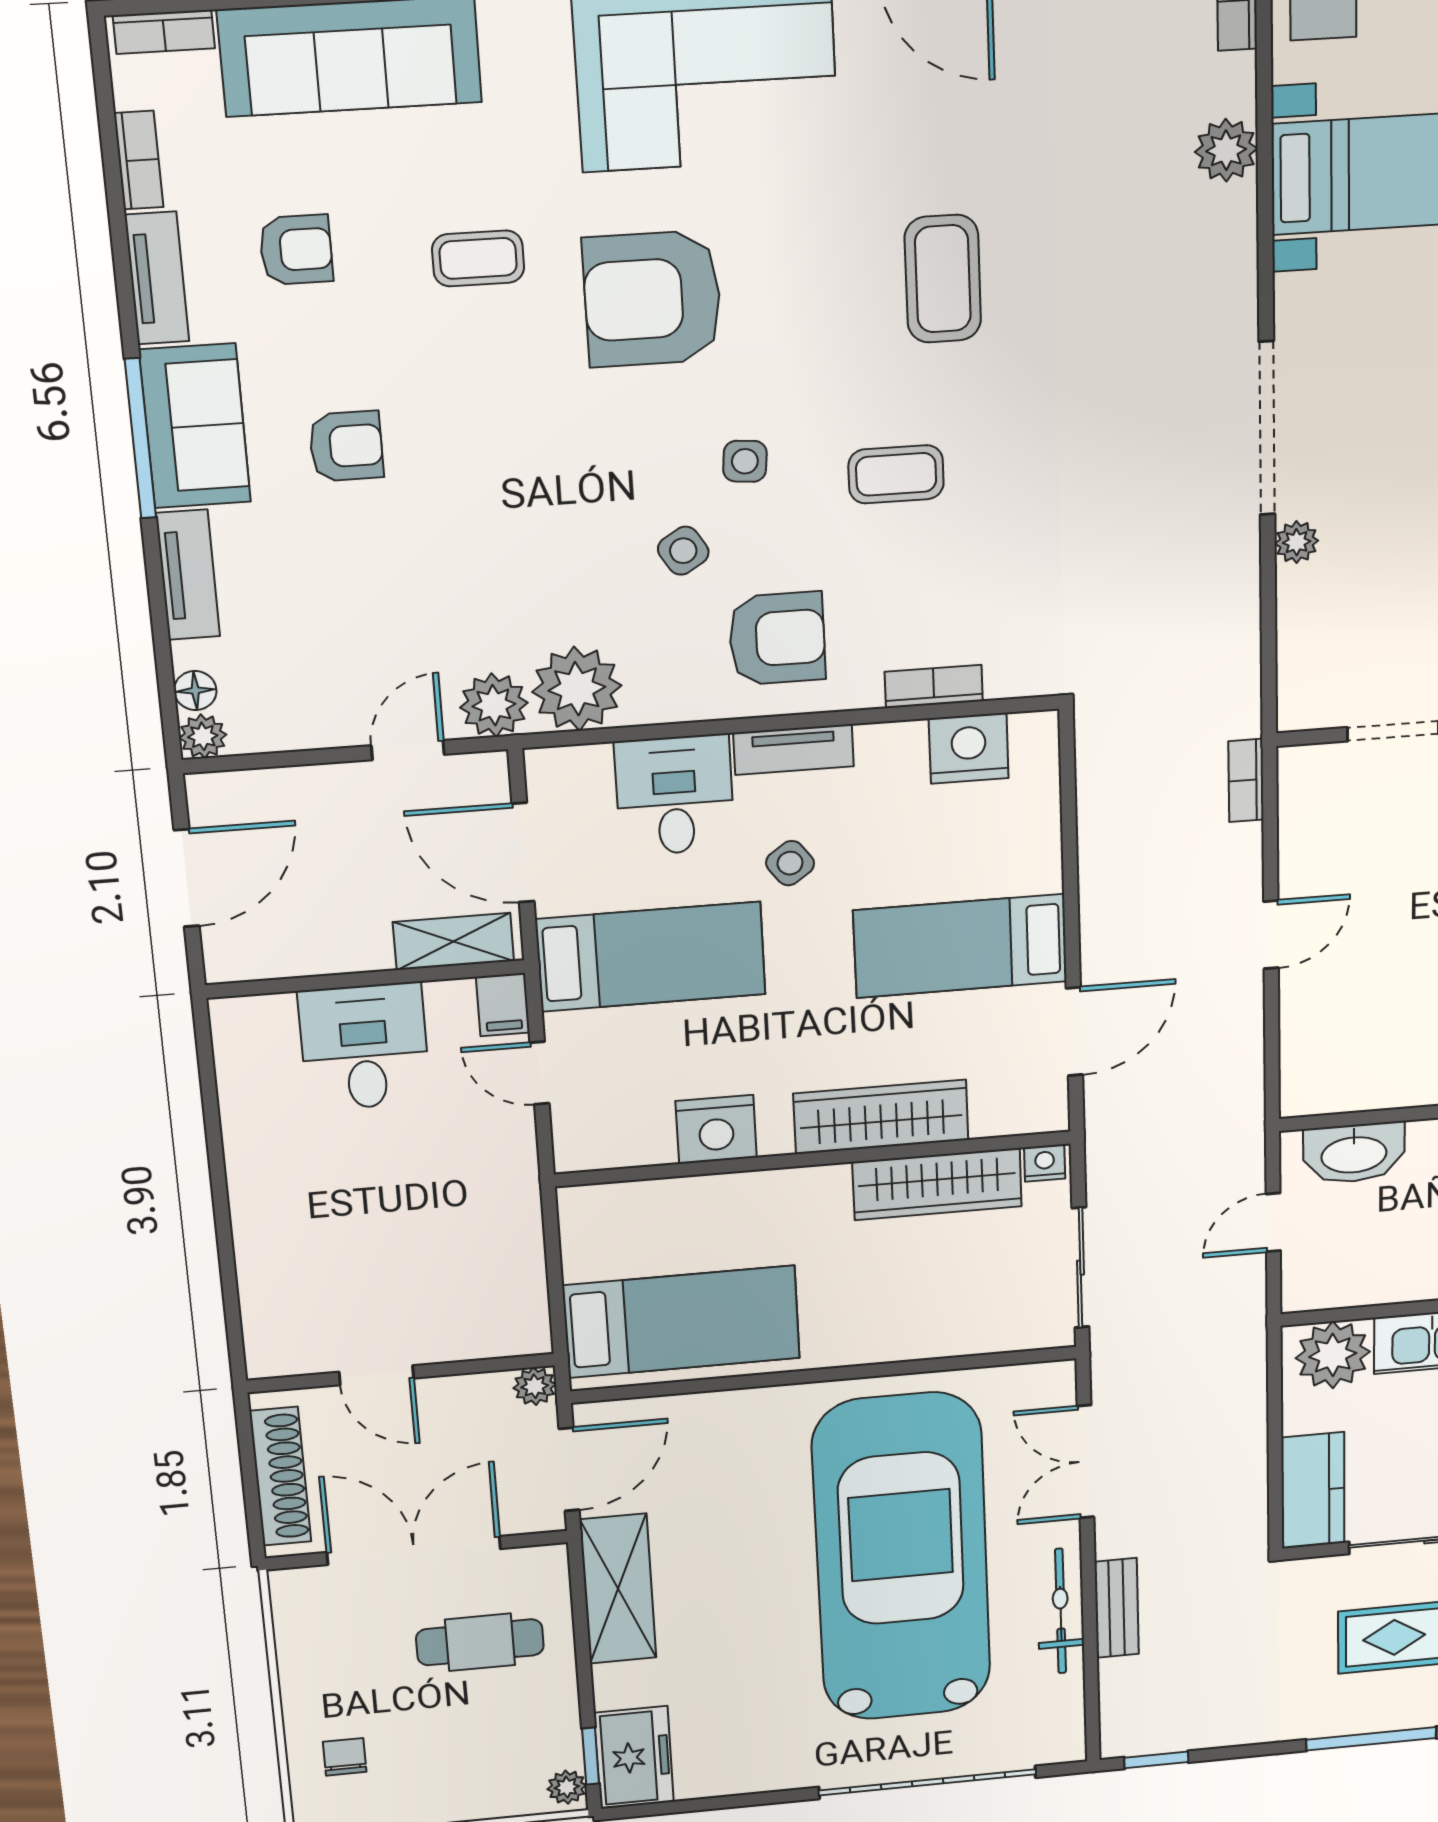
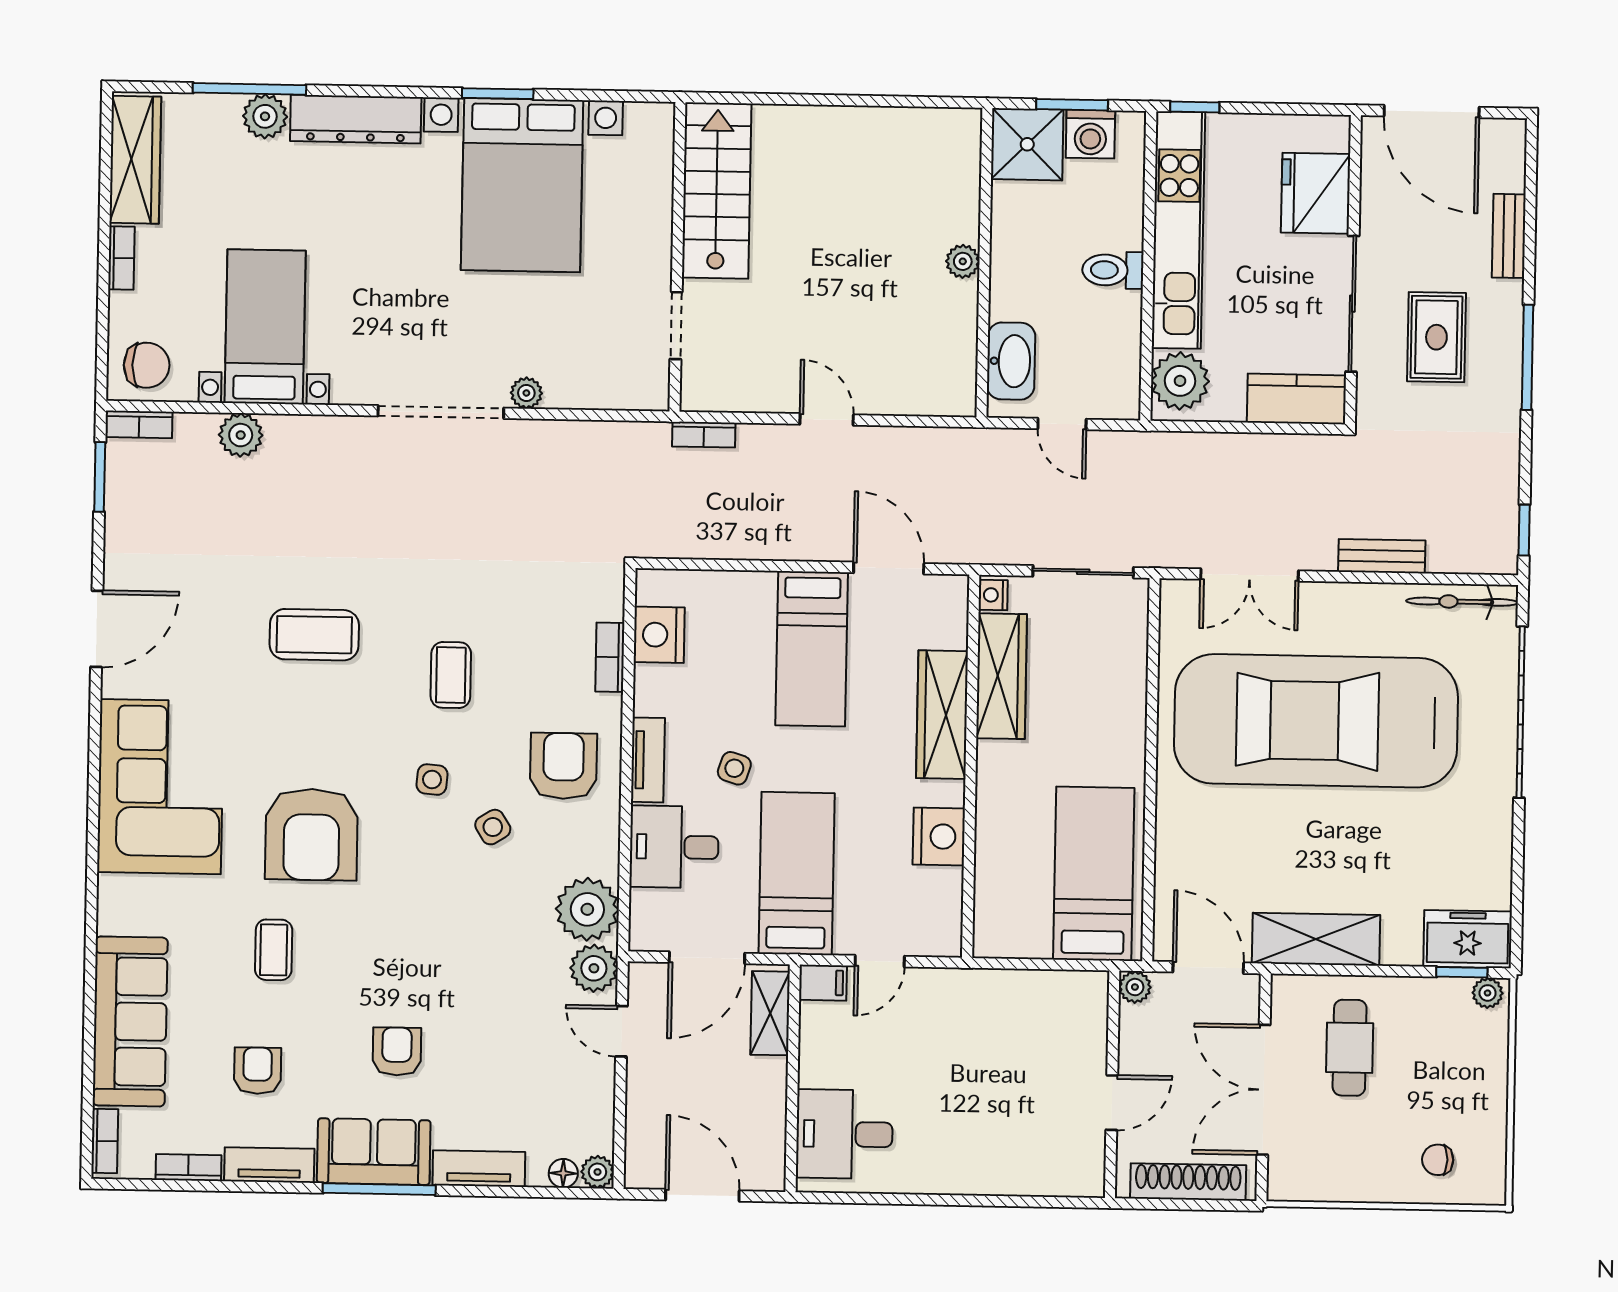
side table: (790, 863) -> (734, 768), turned -36
desk: (364, 1047) -> (844, 1134), moved
bicycle: (1060, 1611) -> (1462, 602), moved

